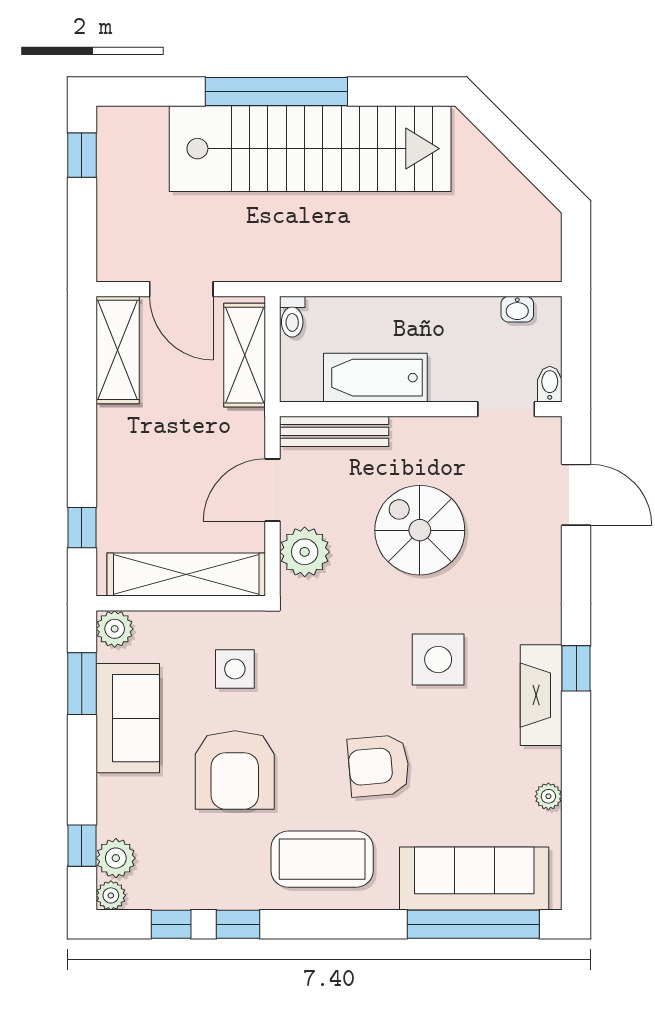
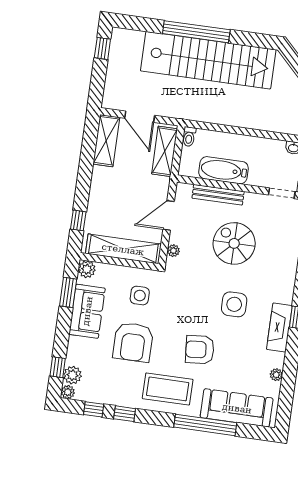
bench: (334, 431) -> (218, 195), moved
plant: (305, 552) -> (173, 251), width x0.53, depth x0.53
window: (473, 924) -> (205, 425), moved

